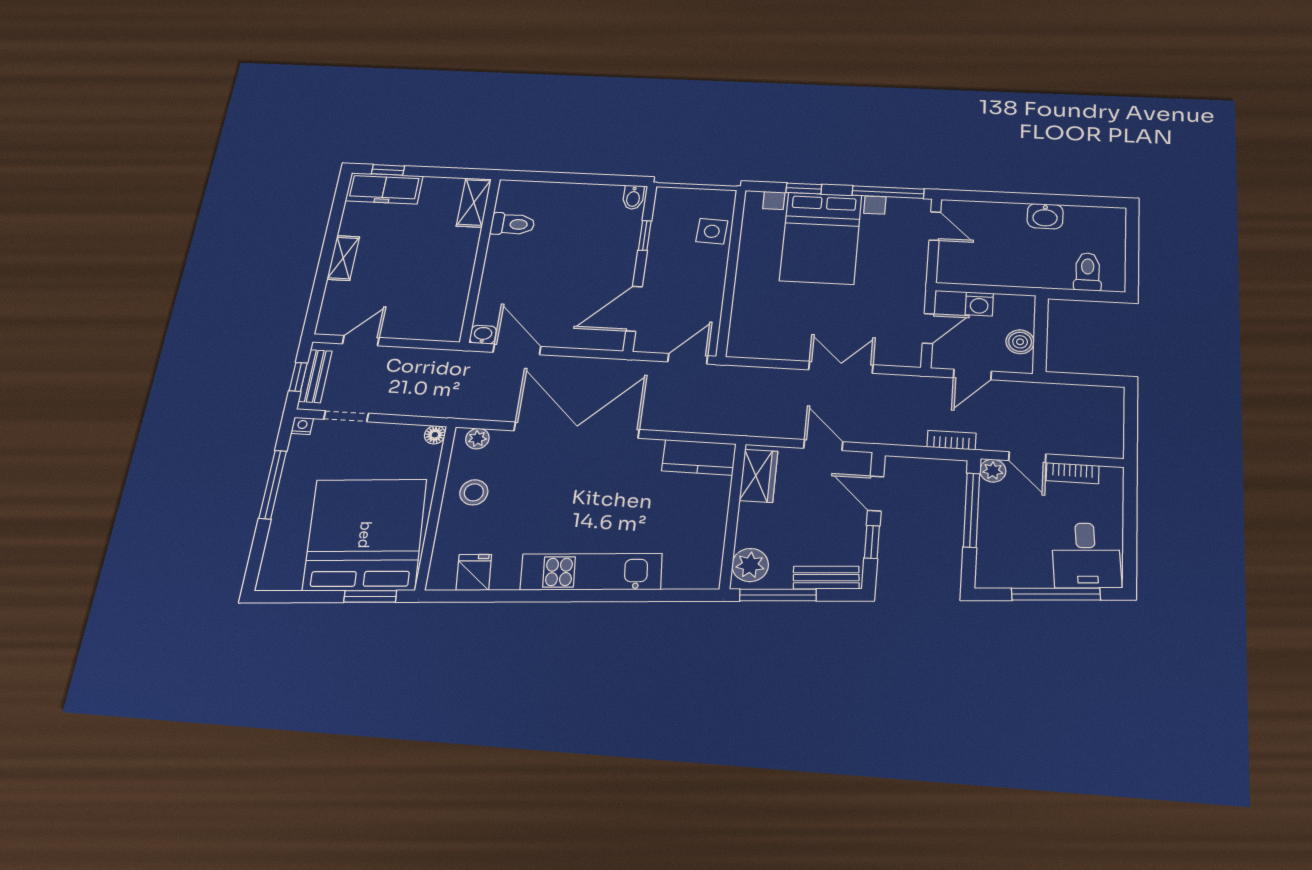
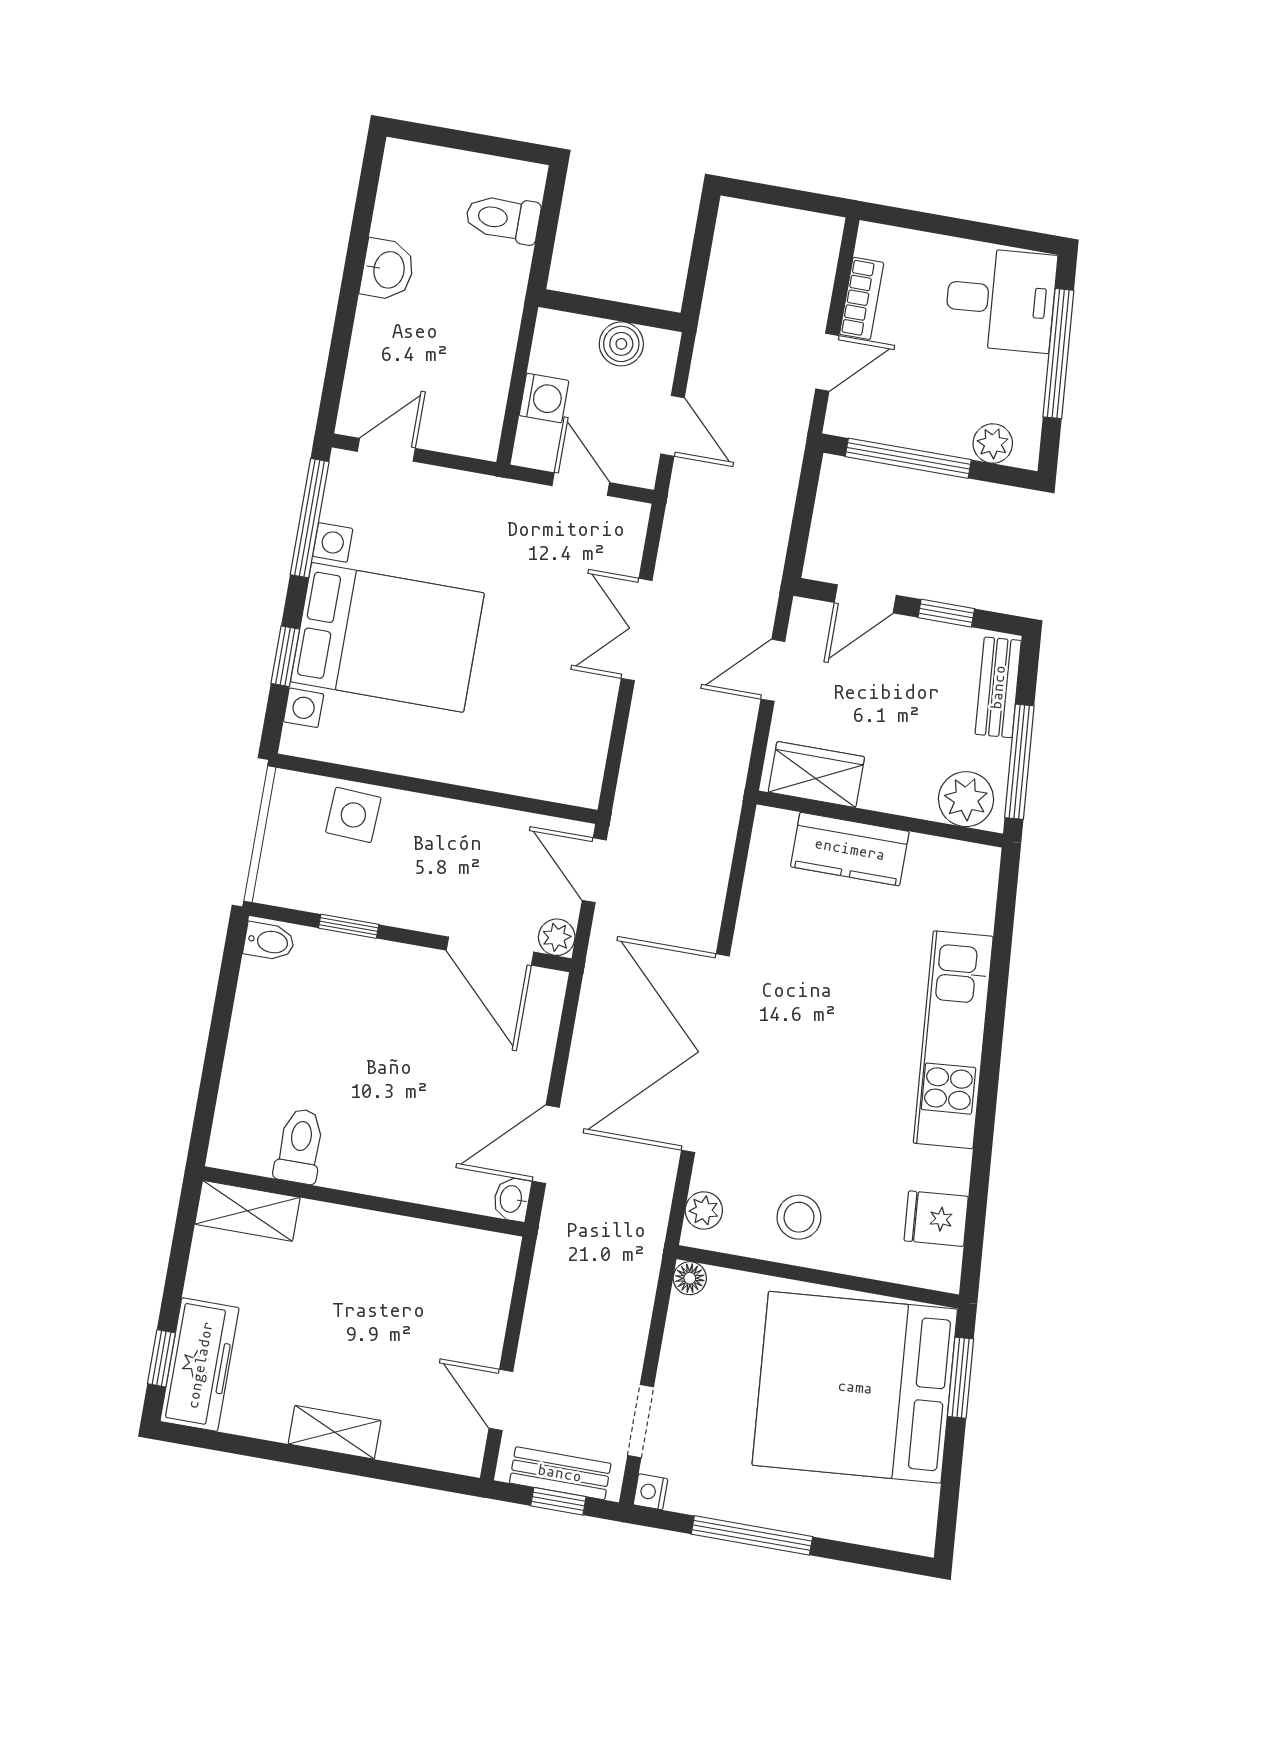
plant: (645, 343) -> (557, 937), added
bookcase: (951, 440) -> (786, 473), removed
kitchen counter: (699, 457) -> (850, 849), moved, turned 90
plant: (993, 471) -> (993, 443), moved

